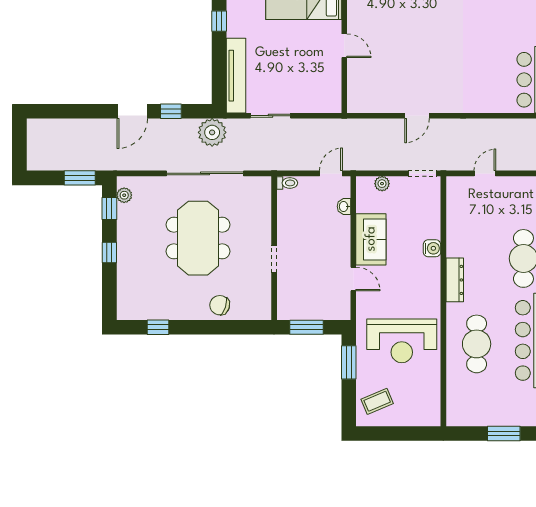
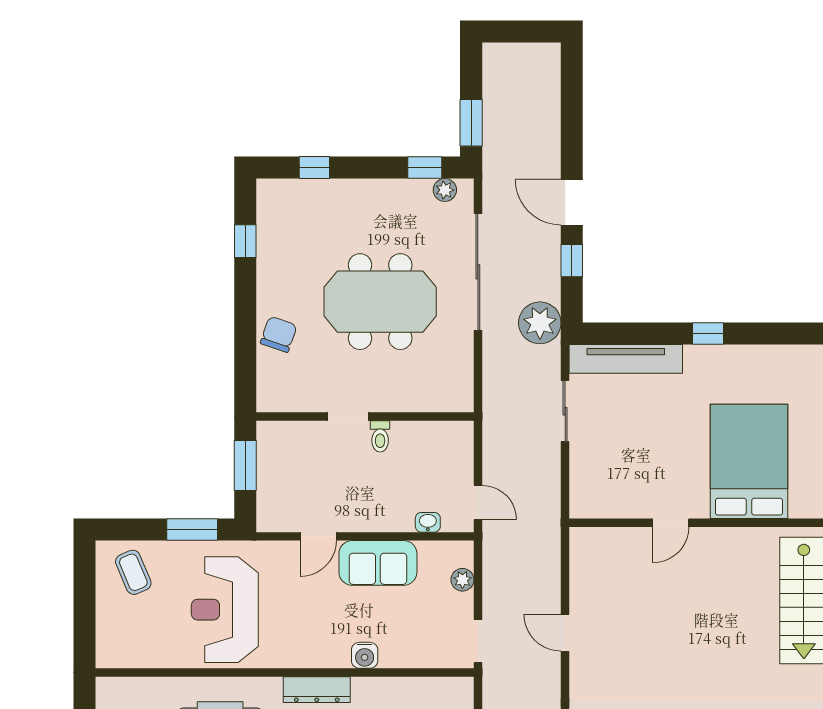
sliding door: (205, 173) -> (478, 272), moved
toilet: (287, 183) -> (380, 436), moved
window: (109, 252) -> (314, 168), moved

